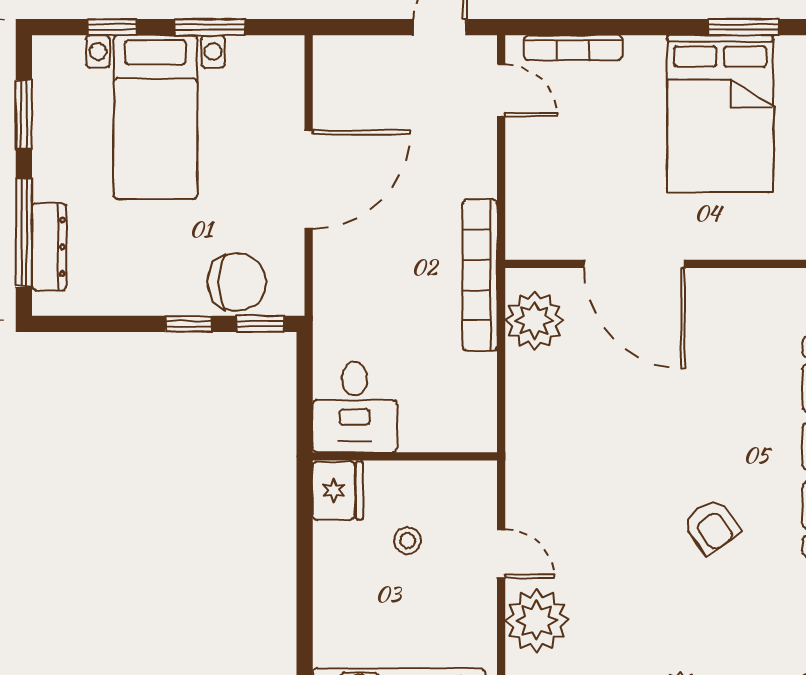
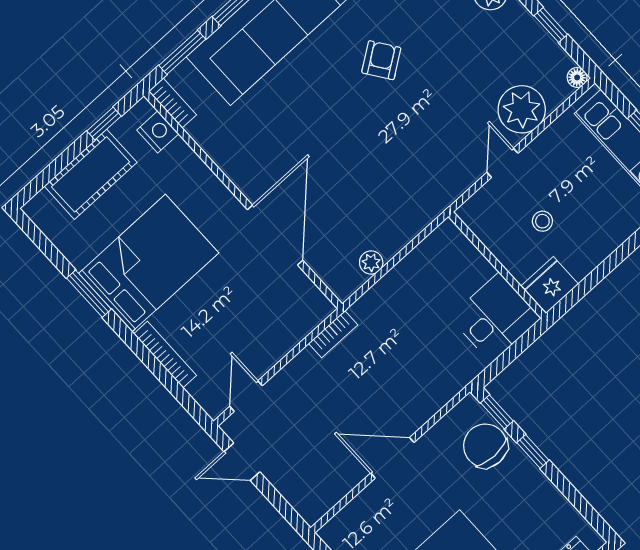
bookcase: (573, 48) -> (165, 355), moved
door: (309, 179) -> (392, 458), width x0.73
bookcase: (480, 275) -> (333, 334), width x0.43, depth x0.76
plant: (534, 320) -> (371, 263), width x0.53, depth x0.53

